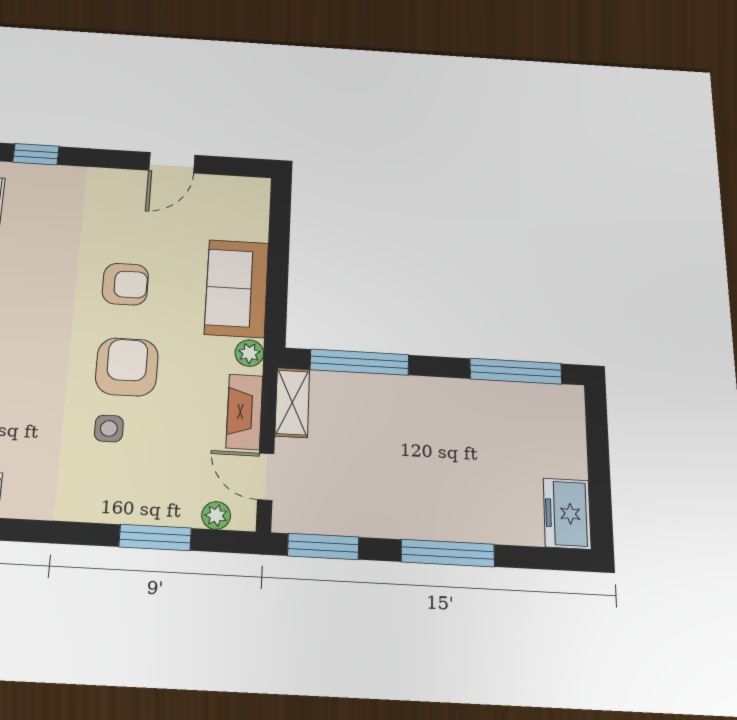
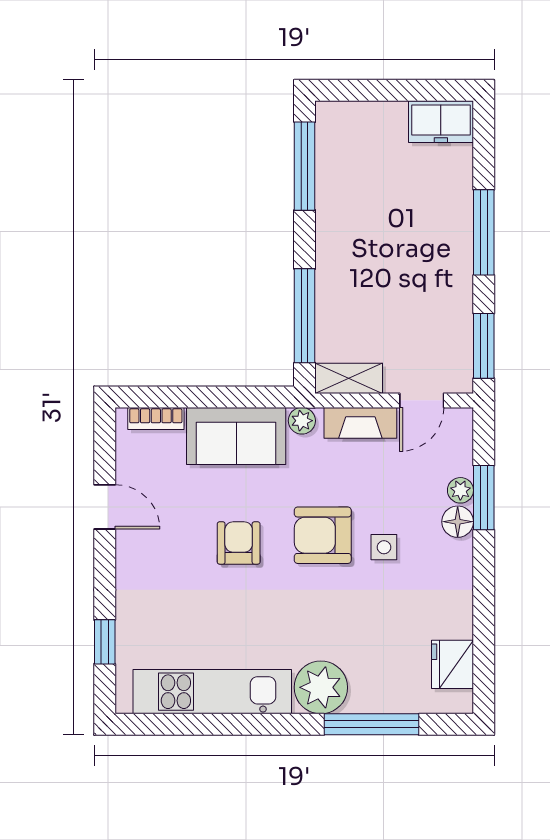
bookcase: (258, 214) -> (156, 418), added
floor lamp: (131, 508) -> (458, 522), added
plant: (216, 515) -> (460, 490), moved

